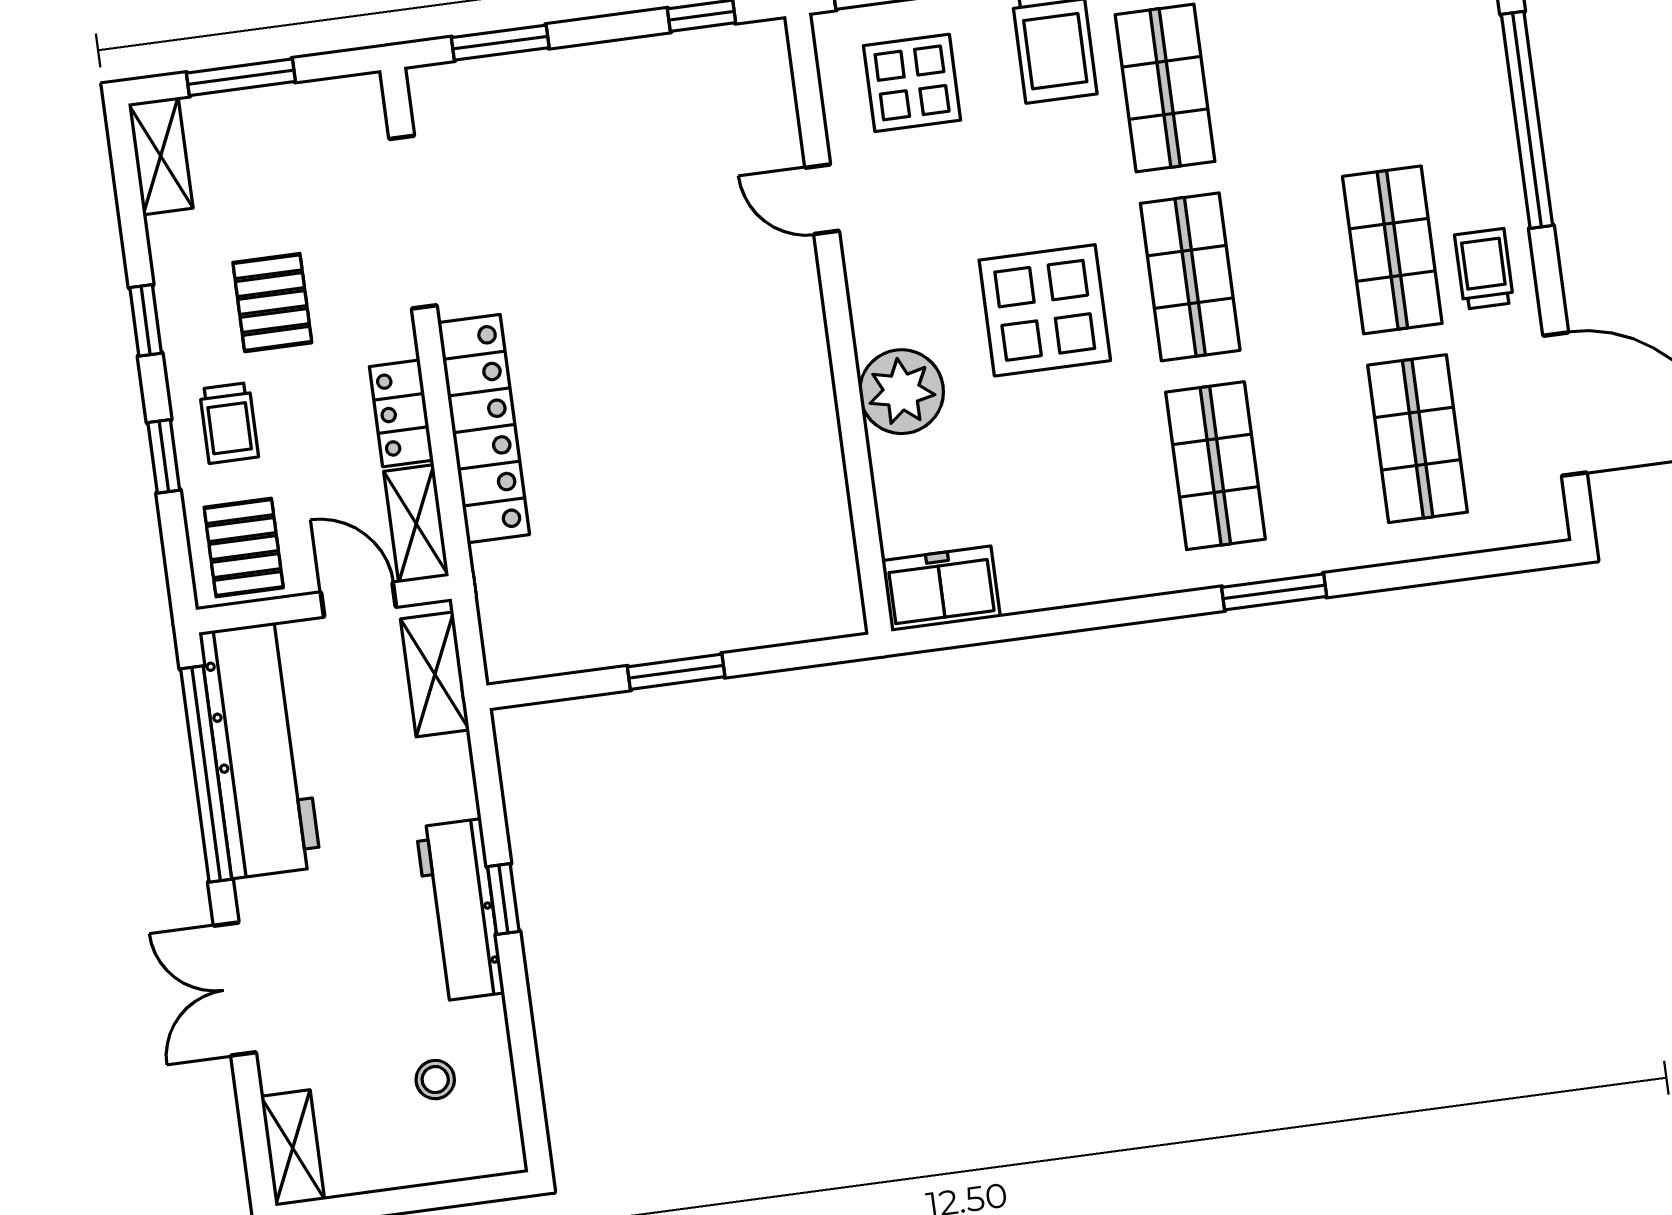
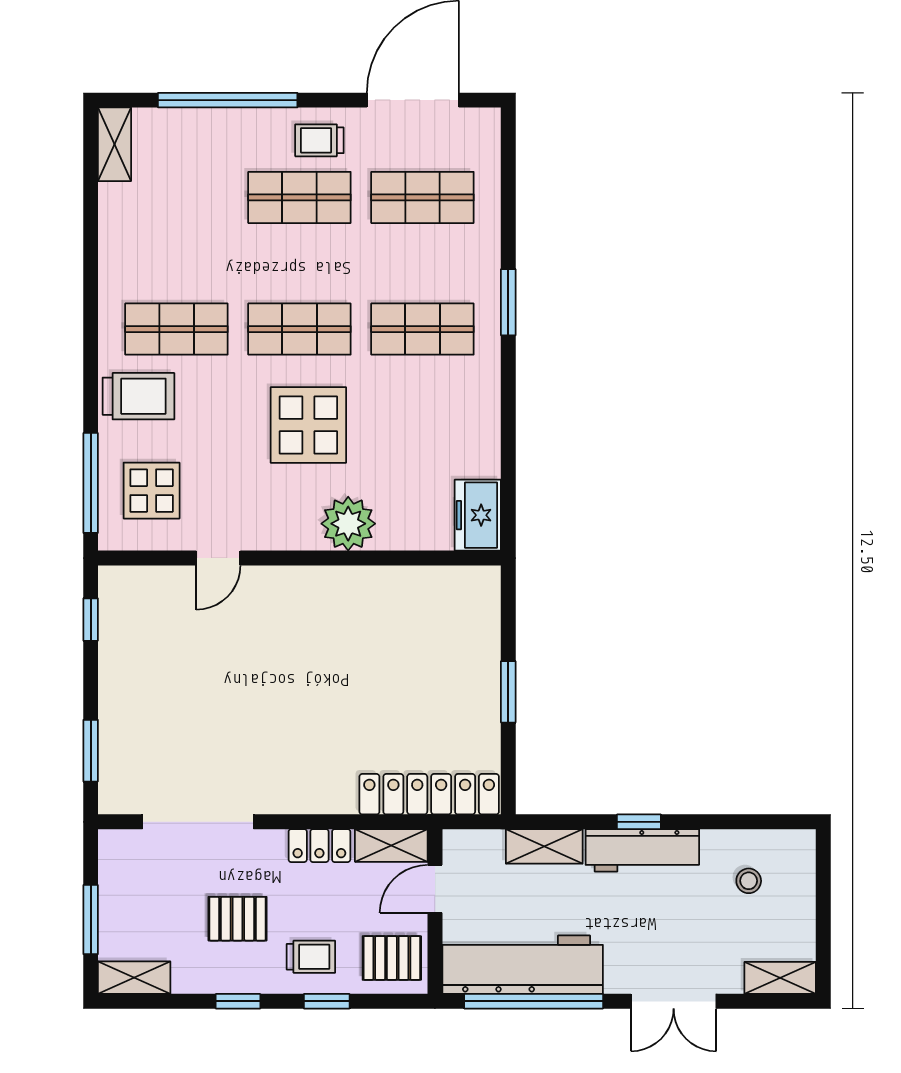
locker: (484, 429) -> (429, 794), moved
shelving: (435, 674) -> (544, 846), moved

